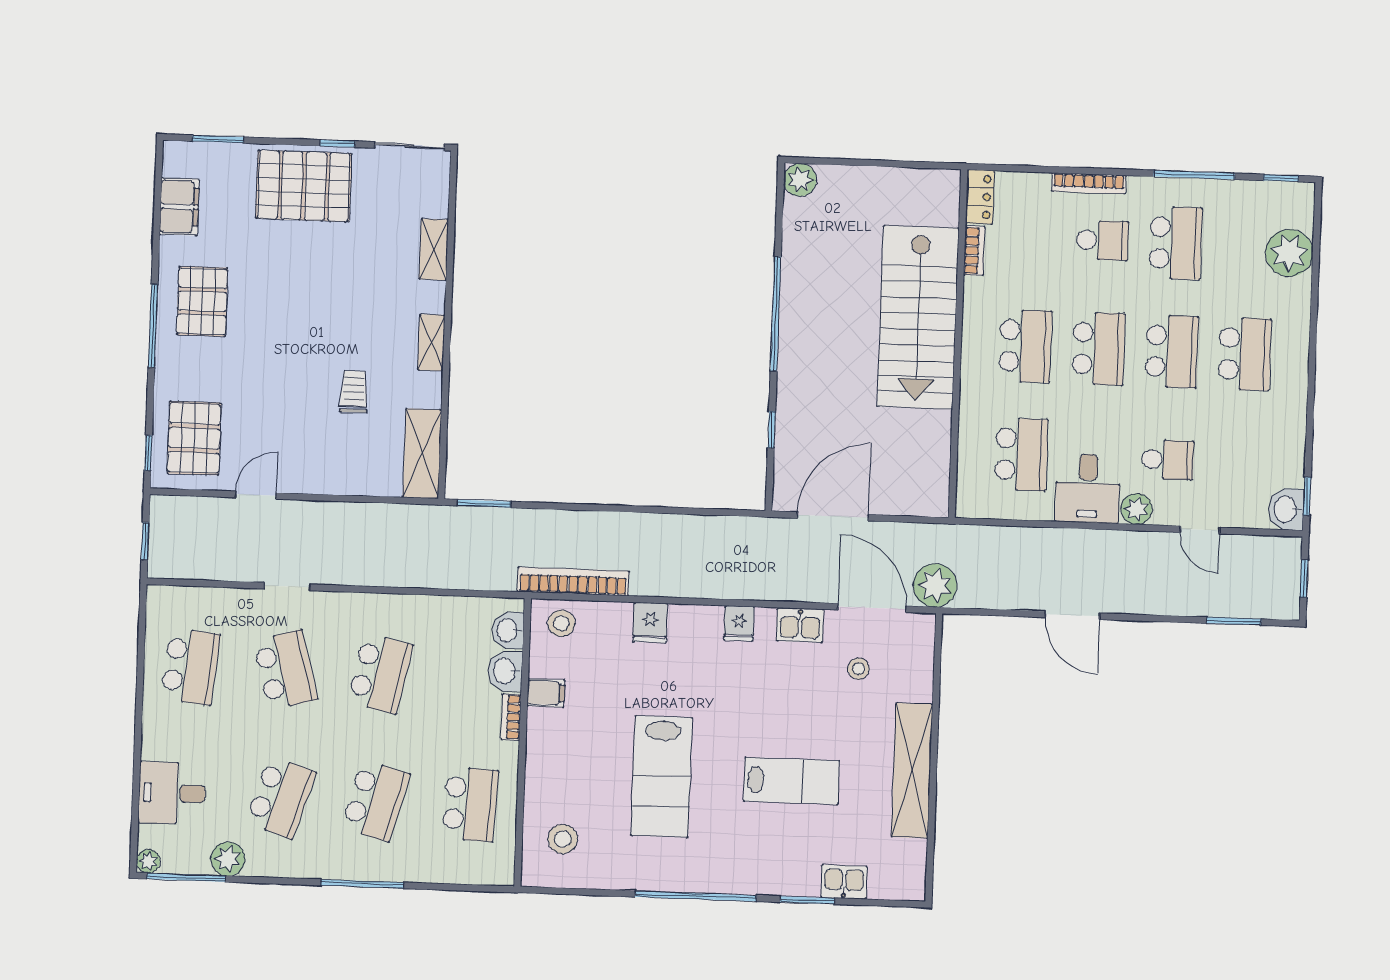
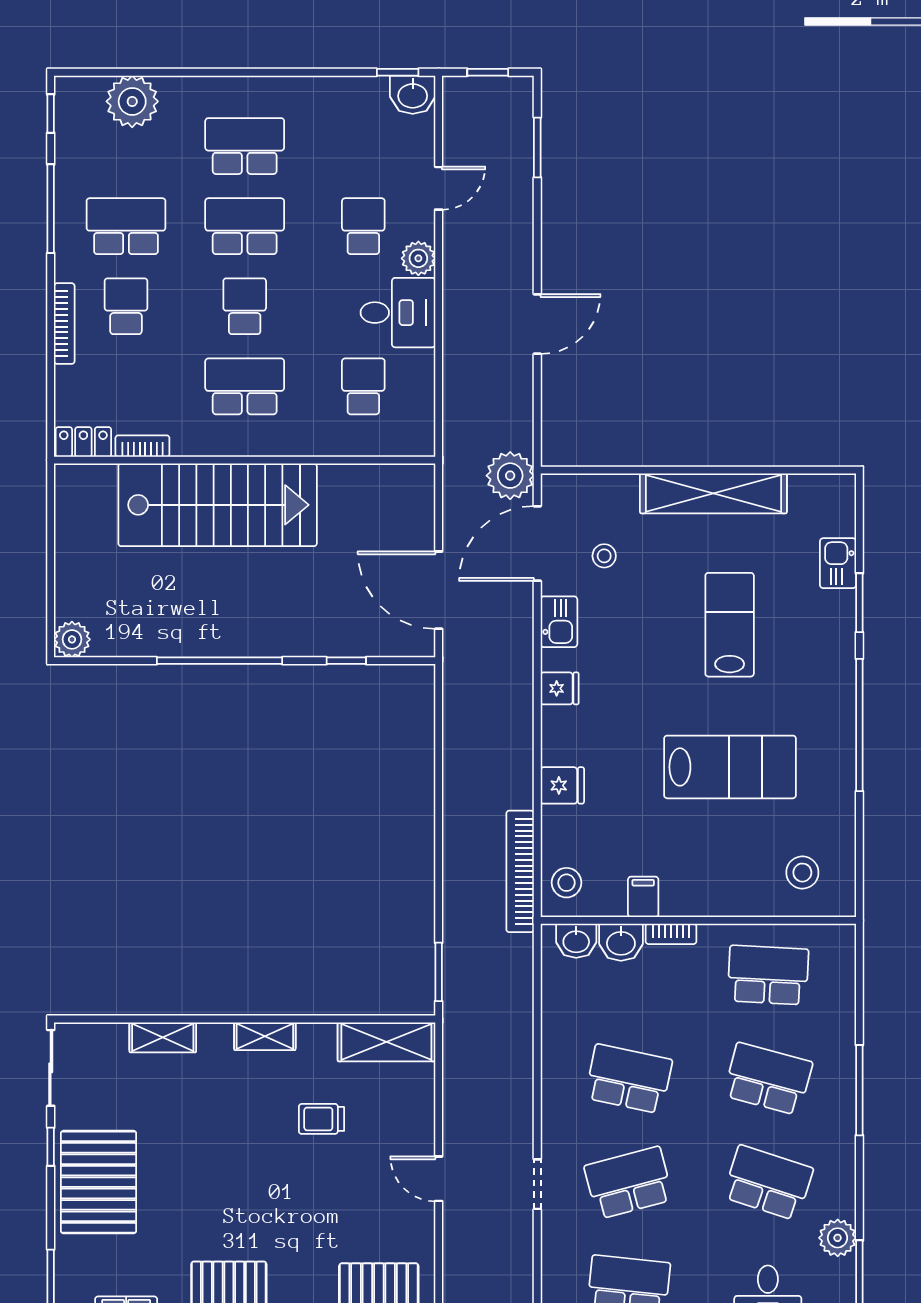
school desk: (1099, 349) -> (245, 306), width x0.54
school desk: (1021, 454) -> (363, 386), width x0.54
door: (256, 495) -> (439, 1179), moved

